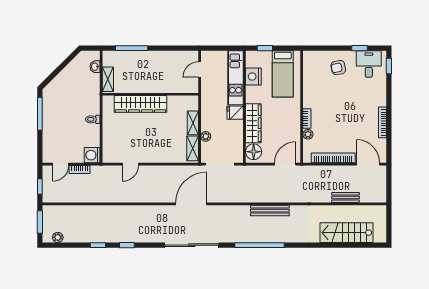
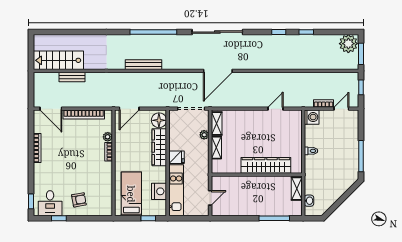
stairs: (346, 233) -> (58, 60), moved, turned 180
plant: (58, 237) -> (348, 44), width x1.87, depth x1.87

